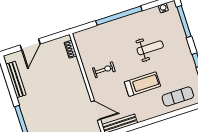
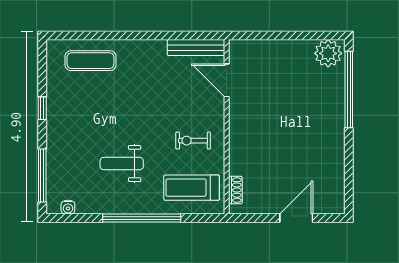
weight bench: (150, 48) -> (122, 164), moved
bench: (16, 79) -> (337, 170), removed
treadmill: (142, 84) -> (192, 188), moved

